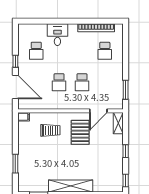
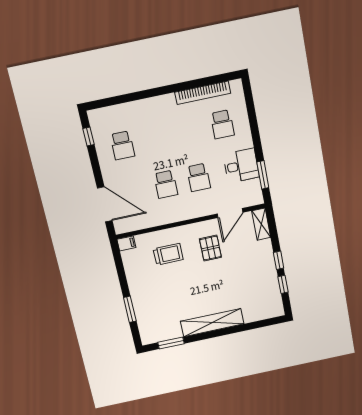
desk: (57, 35) -> (241, 166), moved, turned 90
window: (15, 61) -> (89, 136), moved
pallet: (80, 132) -> (210, 248), width x0.67, depth x0.71
window: (126, 180) -> (283, 284), moved

